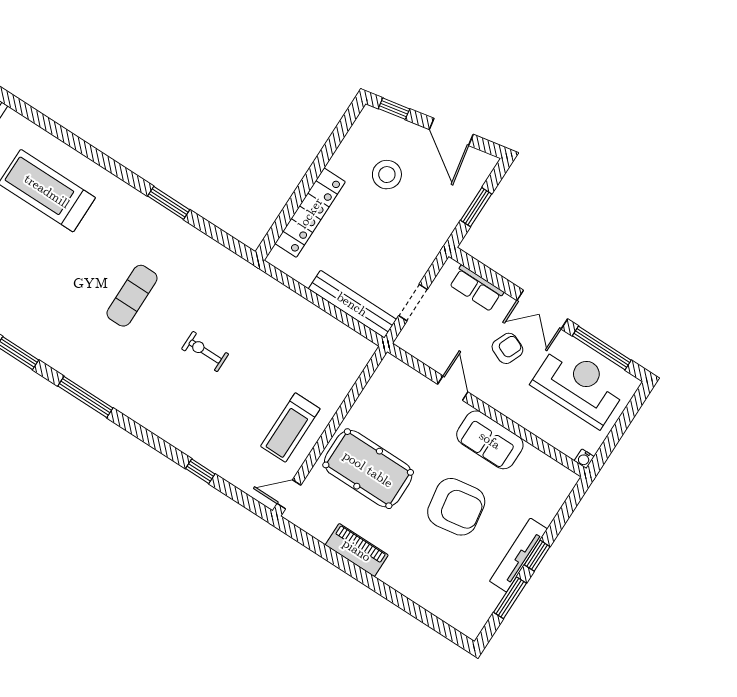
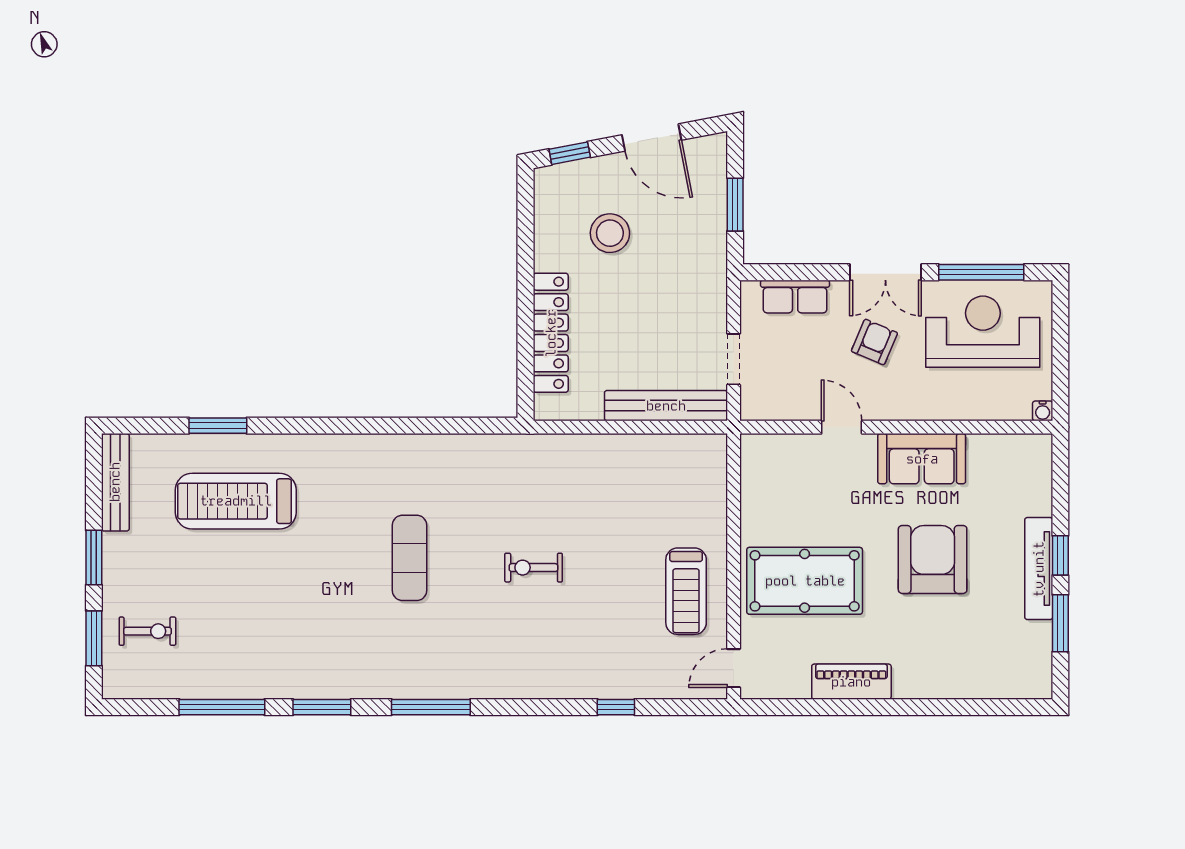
window: (169, 203) -> (218, 426), moved
armchair: (456, 507) -> (933, 559), turned -81

